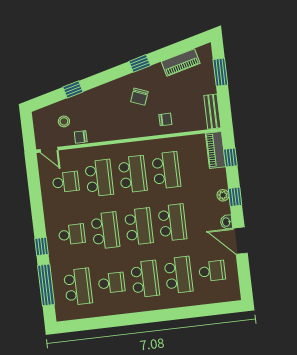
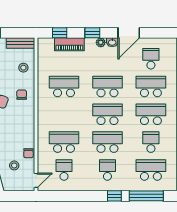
chair: (165, 119) -> (22, 95), moved
stool: (183, 119) -> (23, 68), added
piano: (216, 150) -> (69, 44), moved
school desk: (133, 174) -> (64, 114), removed
plant: (223, 195) -> (101, 42), moved

